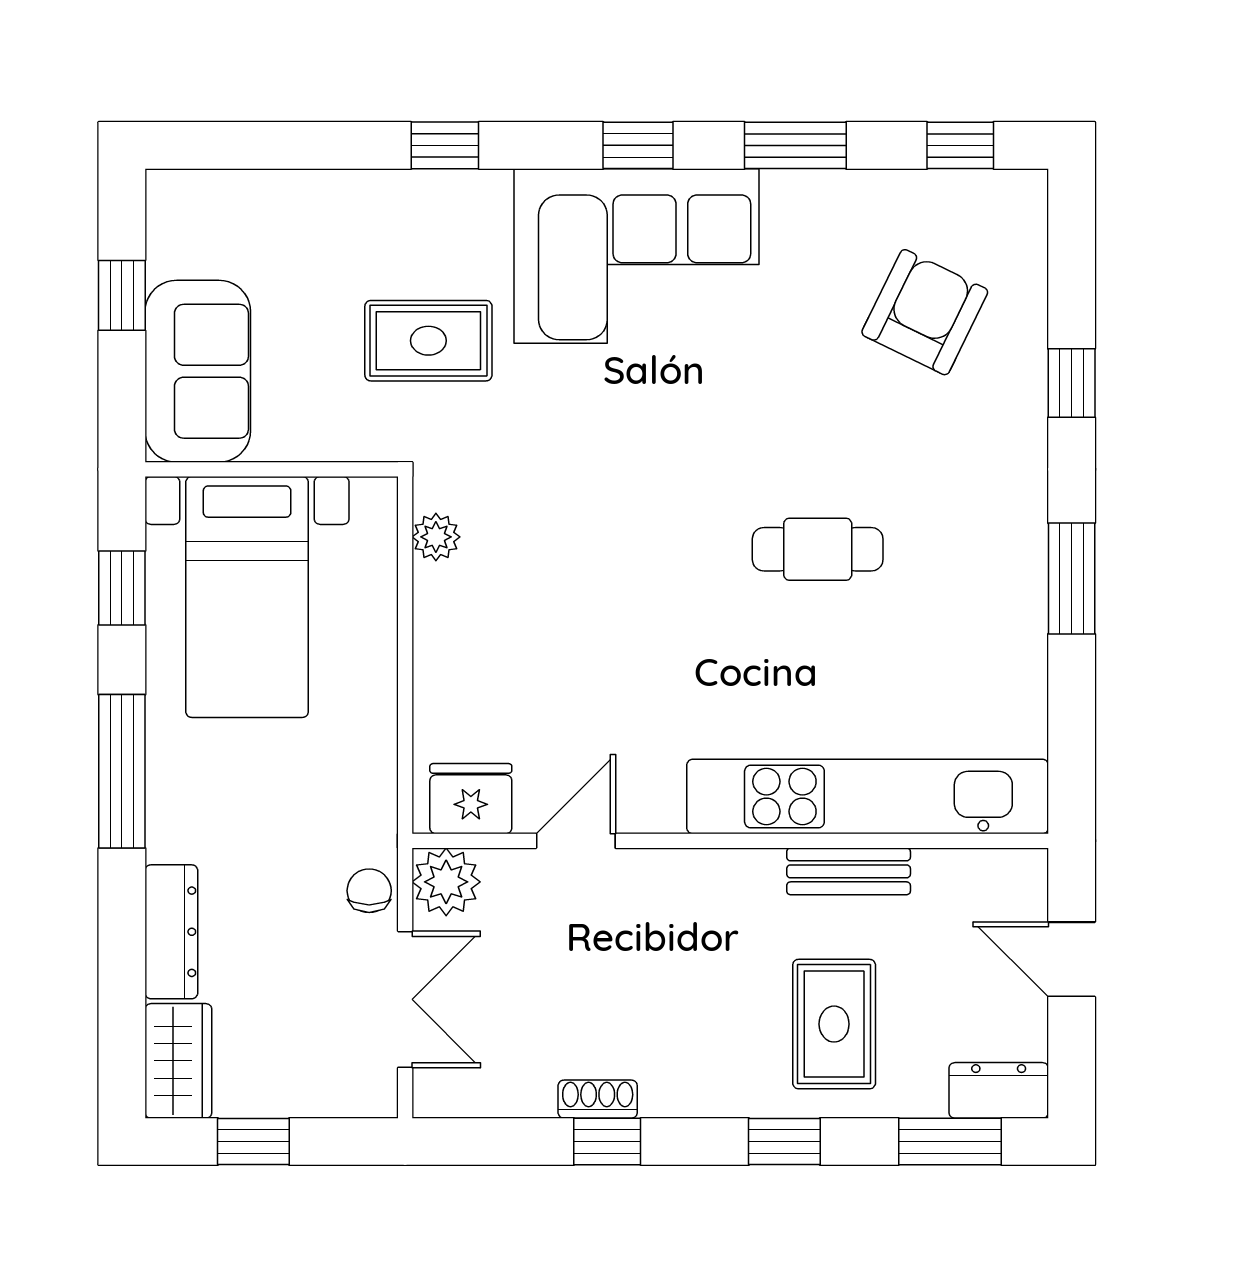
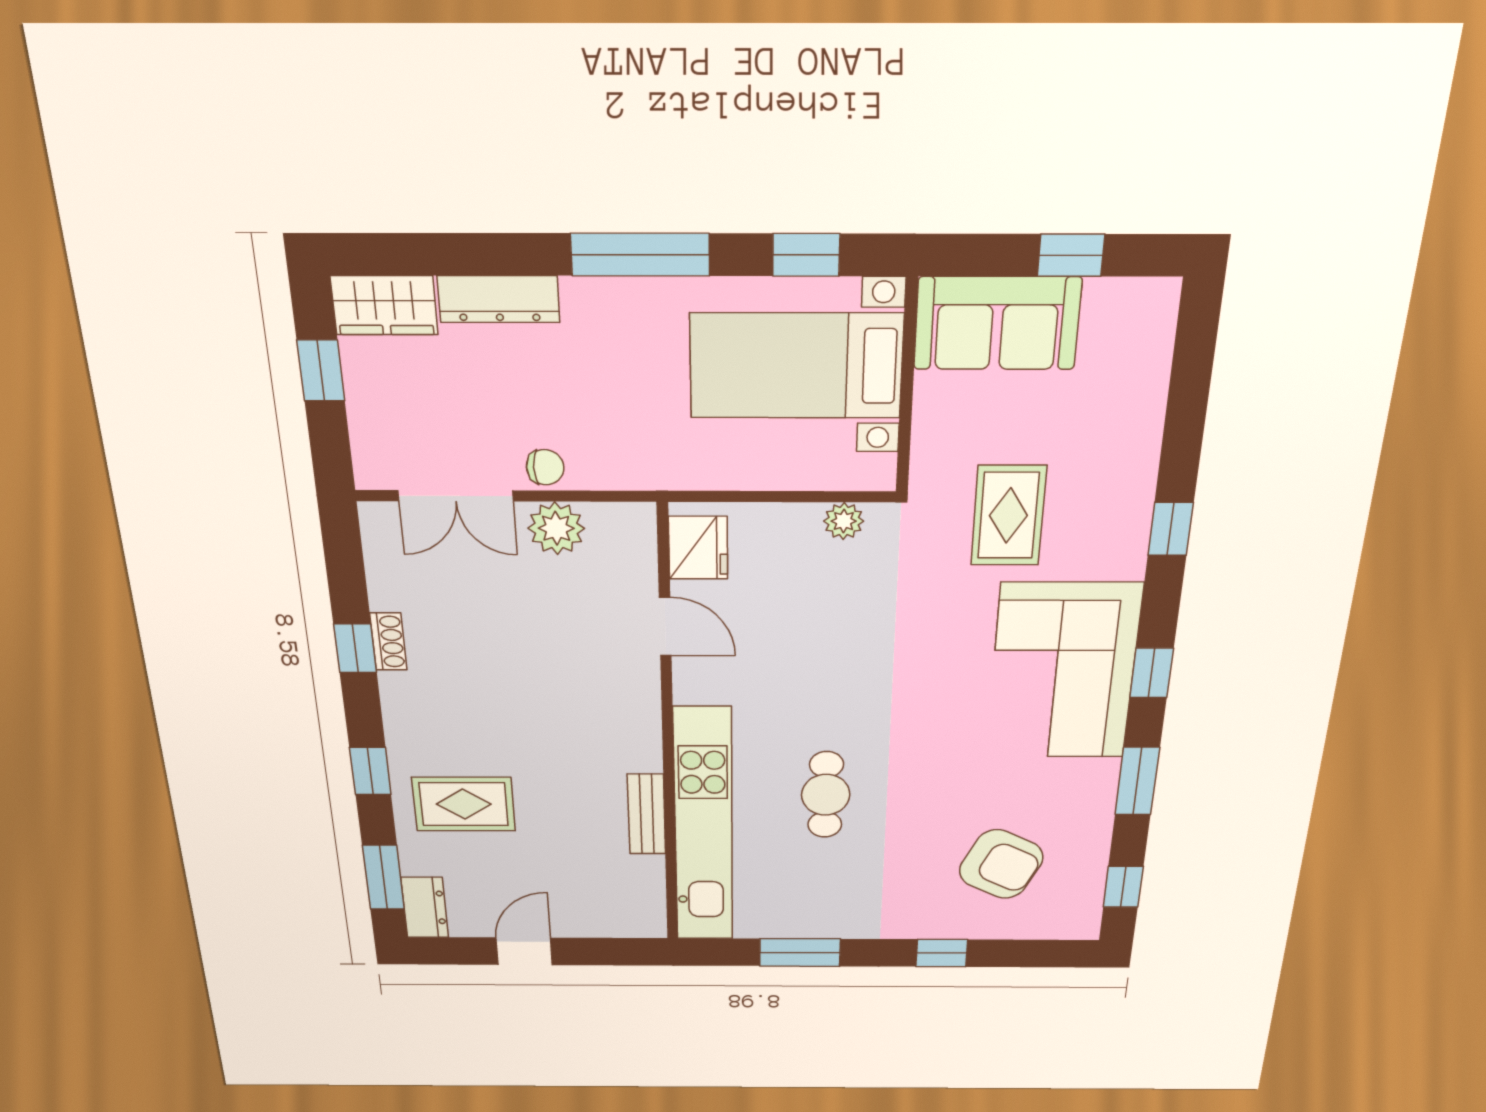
kitchen unit: (868, 797) -> (703, 827), moved
fridge: (471, 799) -> (698, 548), moved
door: (576, 841) -> (665, 626), moved
wall: (730, 841) -> (668, 736), moved
bench: (849, 871) -> (646, 814), moved

